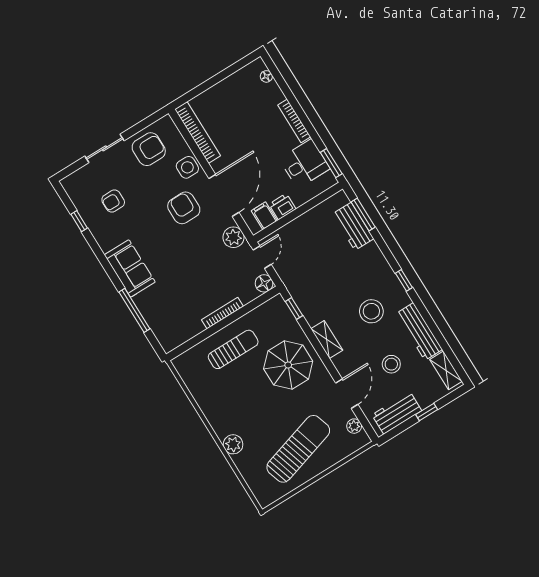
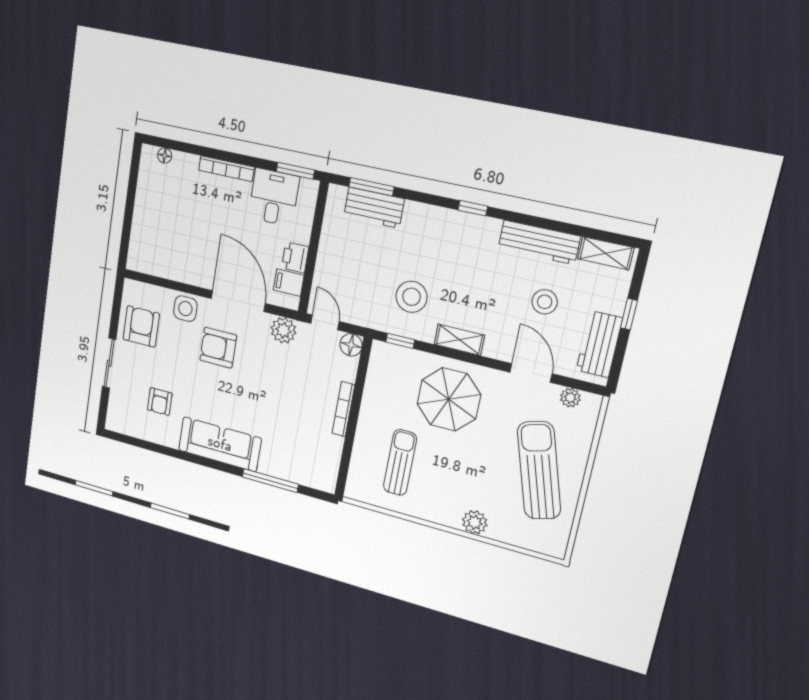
bookcase: (198, 132) -> (163, 269), removed
window: (79, 221) -> (152, 447), removed
sofa: (130, 268) -> (220, 444), width x1.36
stool: (371, 311) -> (412, 297), moved
sun lounger: (233, 349) -> (400, 463), moved

